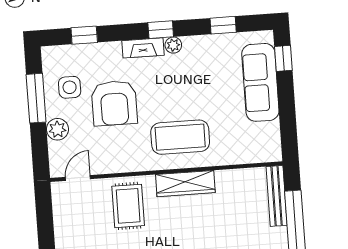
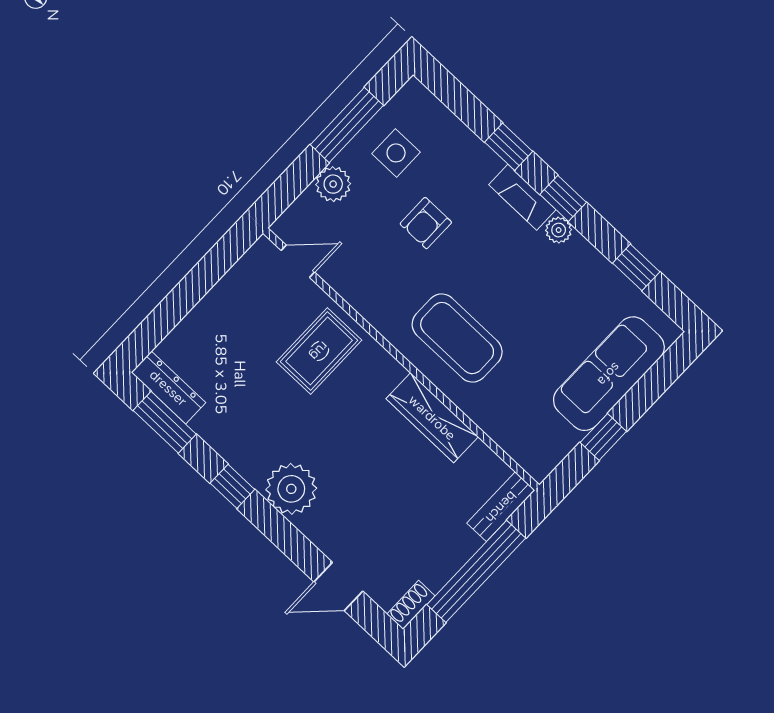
window: (84, 35) -> (509, 147), moved
window: (283, 58) -> (603, 437), moved
armchair: (114, 103) -> (426, 223), width x0.53, depth x0.53
wardrobe: (185, 184) -> (432, 418), moved
bench: (277, 196) -> (501, 507), width x0.73

